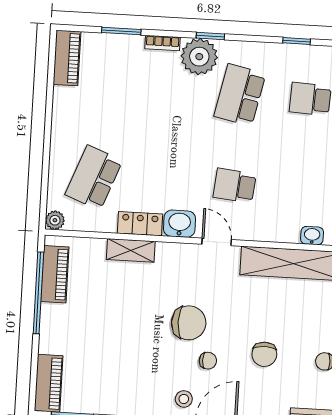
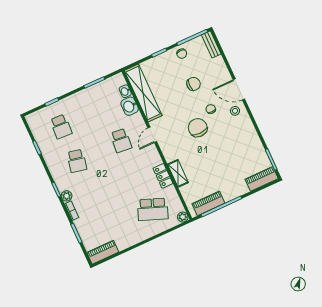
plant: (199, 57) -> (67, 196), width x0.53, depth x0.53
school desk: (240, 95) -> (77, 161), width x0.54
washbasin: (180, 224) -> (130, 106), moved

